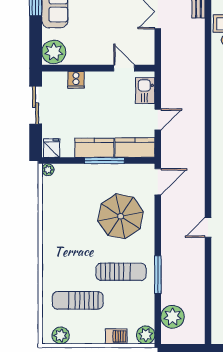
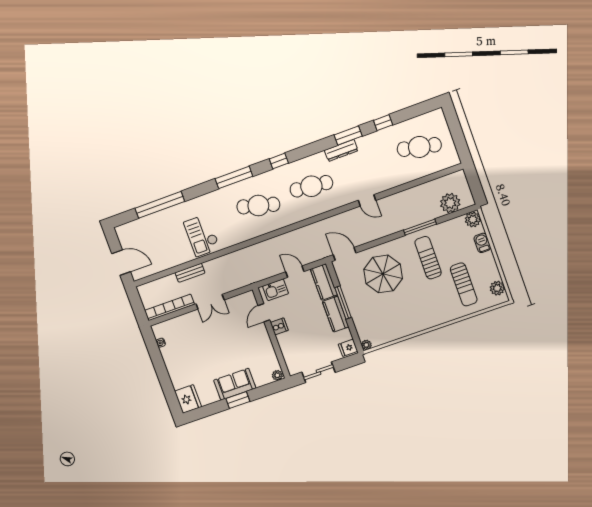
plant: (54, 52) -> (277, 375), width x0.53, depth x0.53
cooker: (76, 80) -> (279, 326), moved

